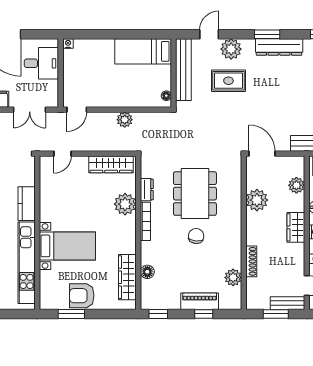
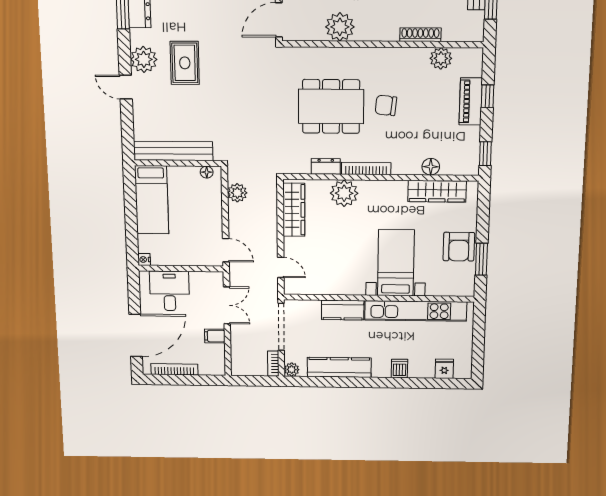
bed: (143, 51) -> (152, 200), moved
bench: (183, 70) -> (173, 151), moved
wall: (173, 73) -> (178, 163), moved
floor lamp: (166, 96) -> (207, 172), moved

